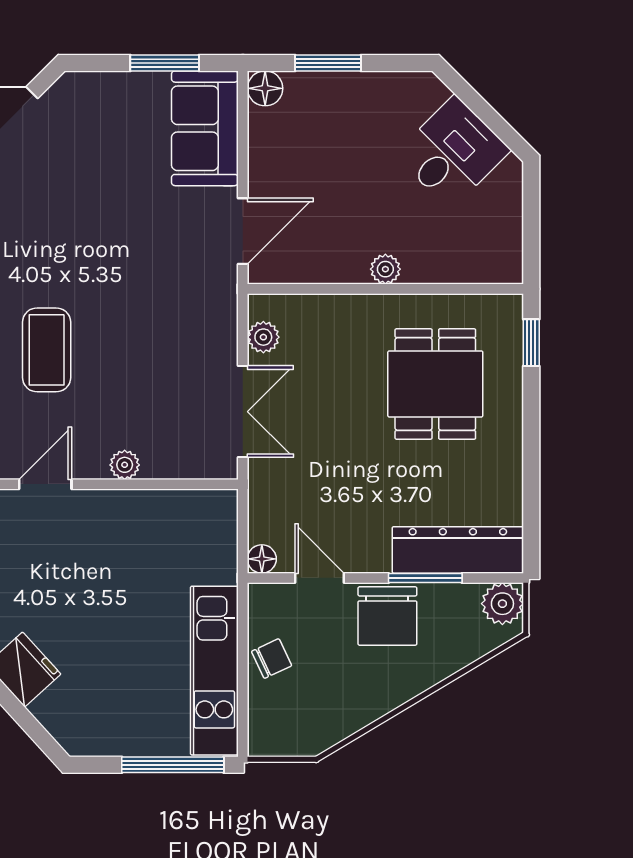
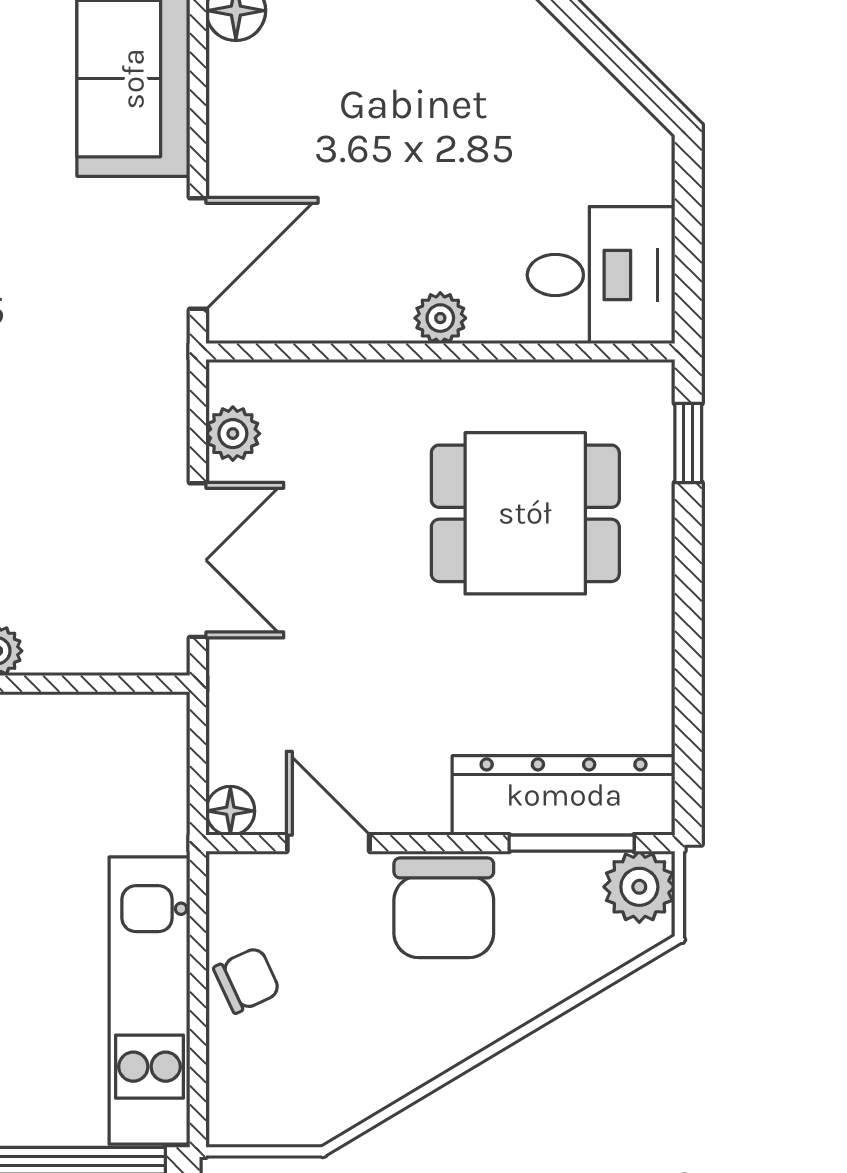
desk: (453, 152) -> (601, 275), moved, turned 45
dining table: (435, 384) -> (525, 513), turned 90
window: (425, 578) -> (572, 843), moved

